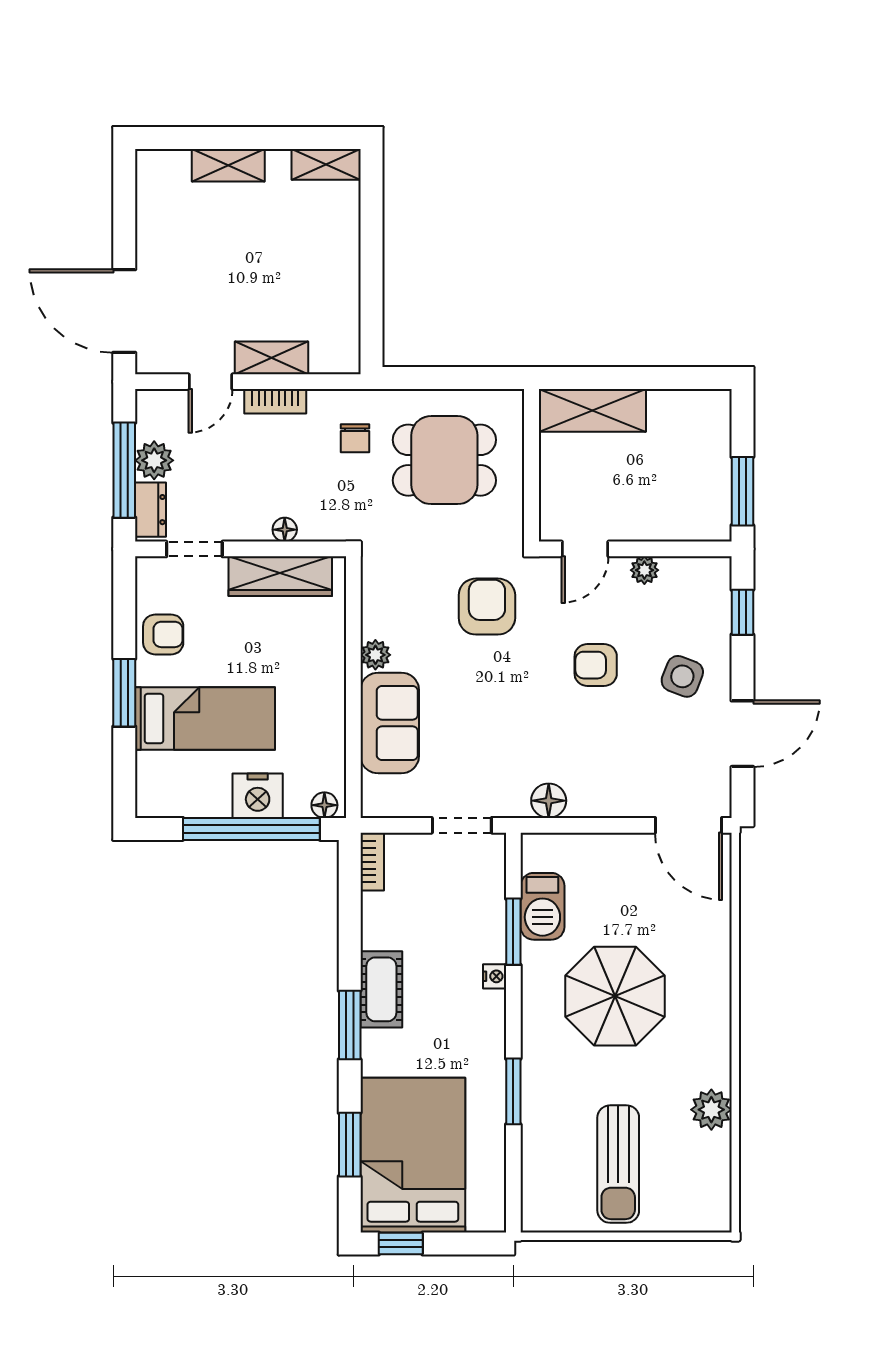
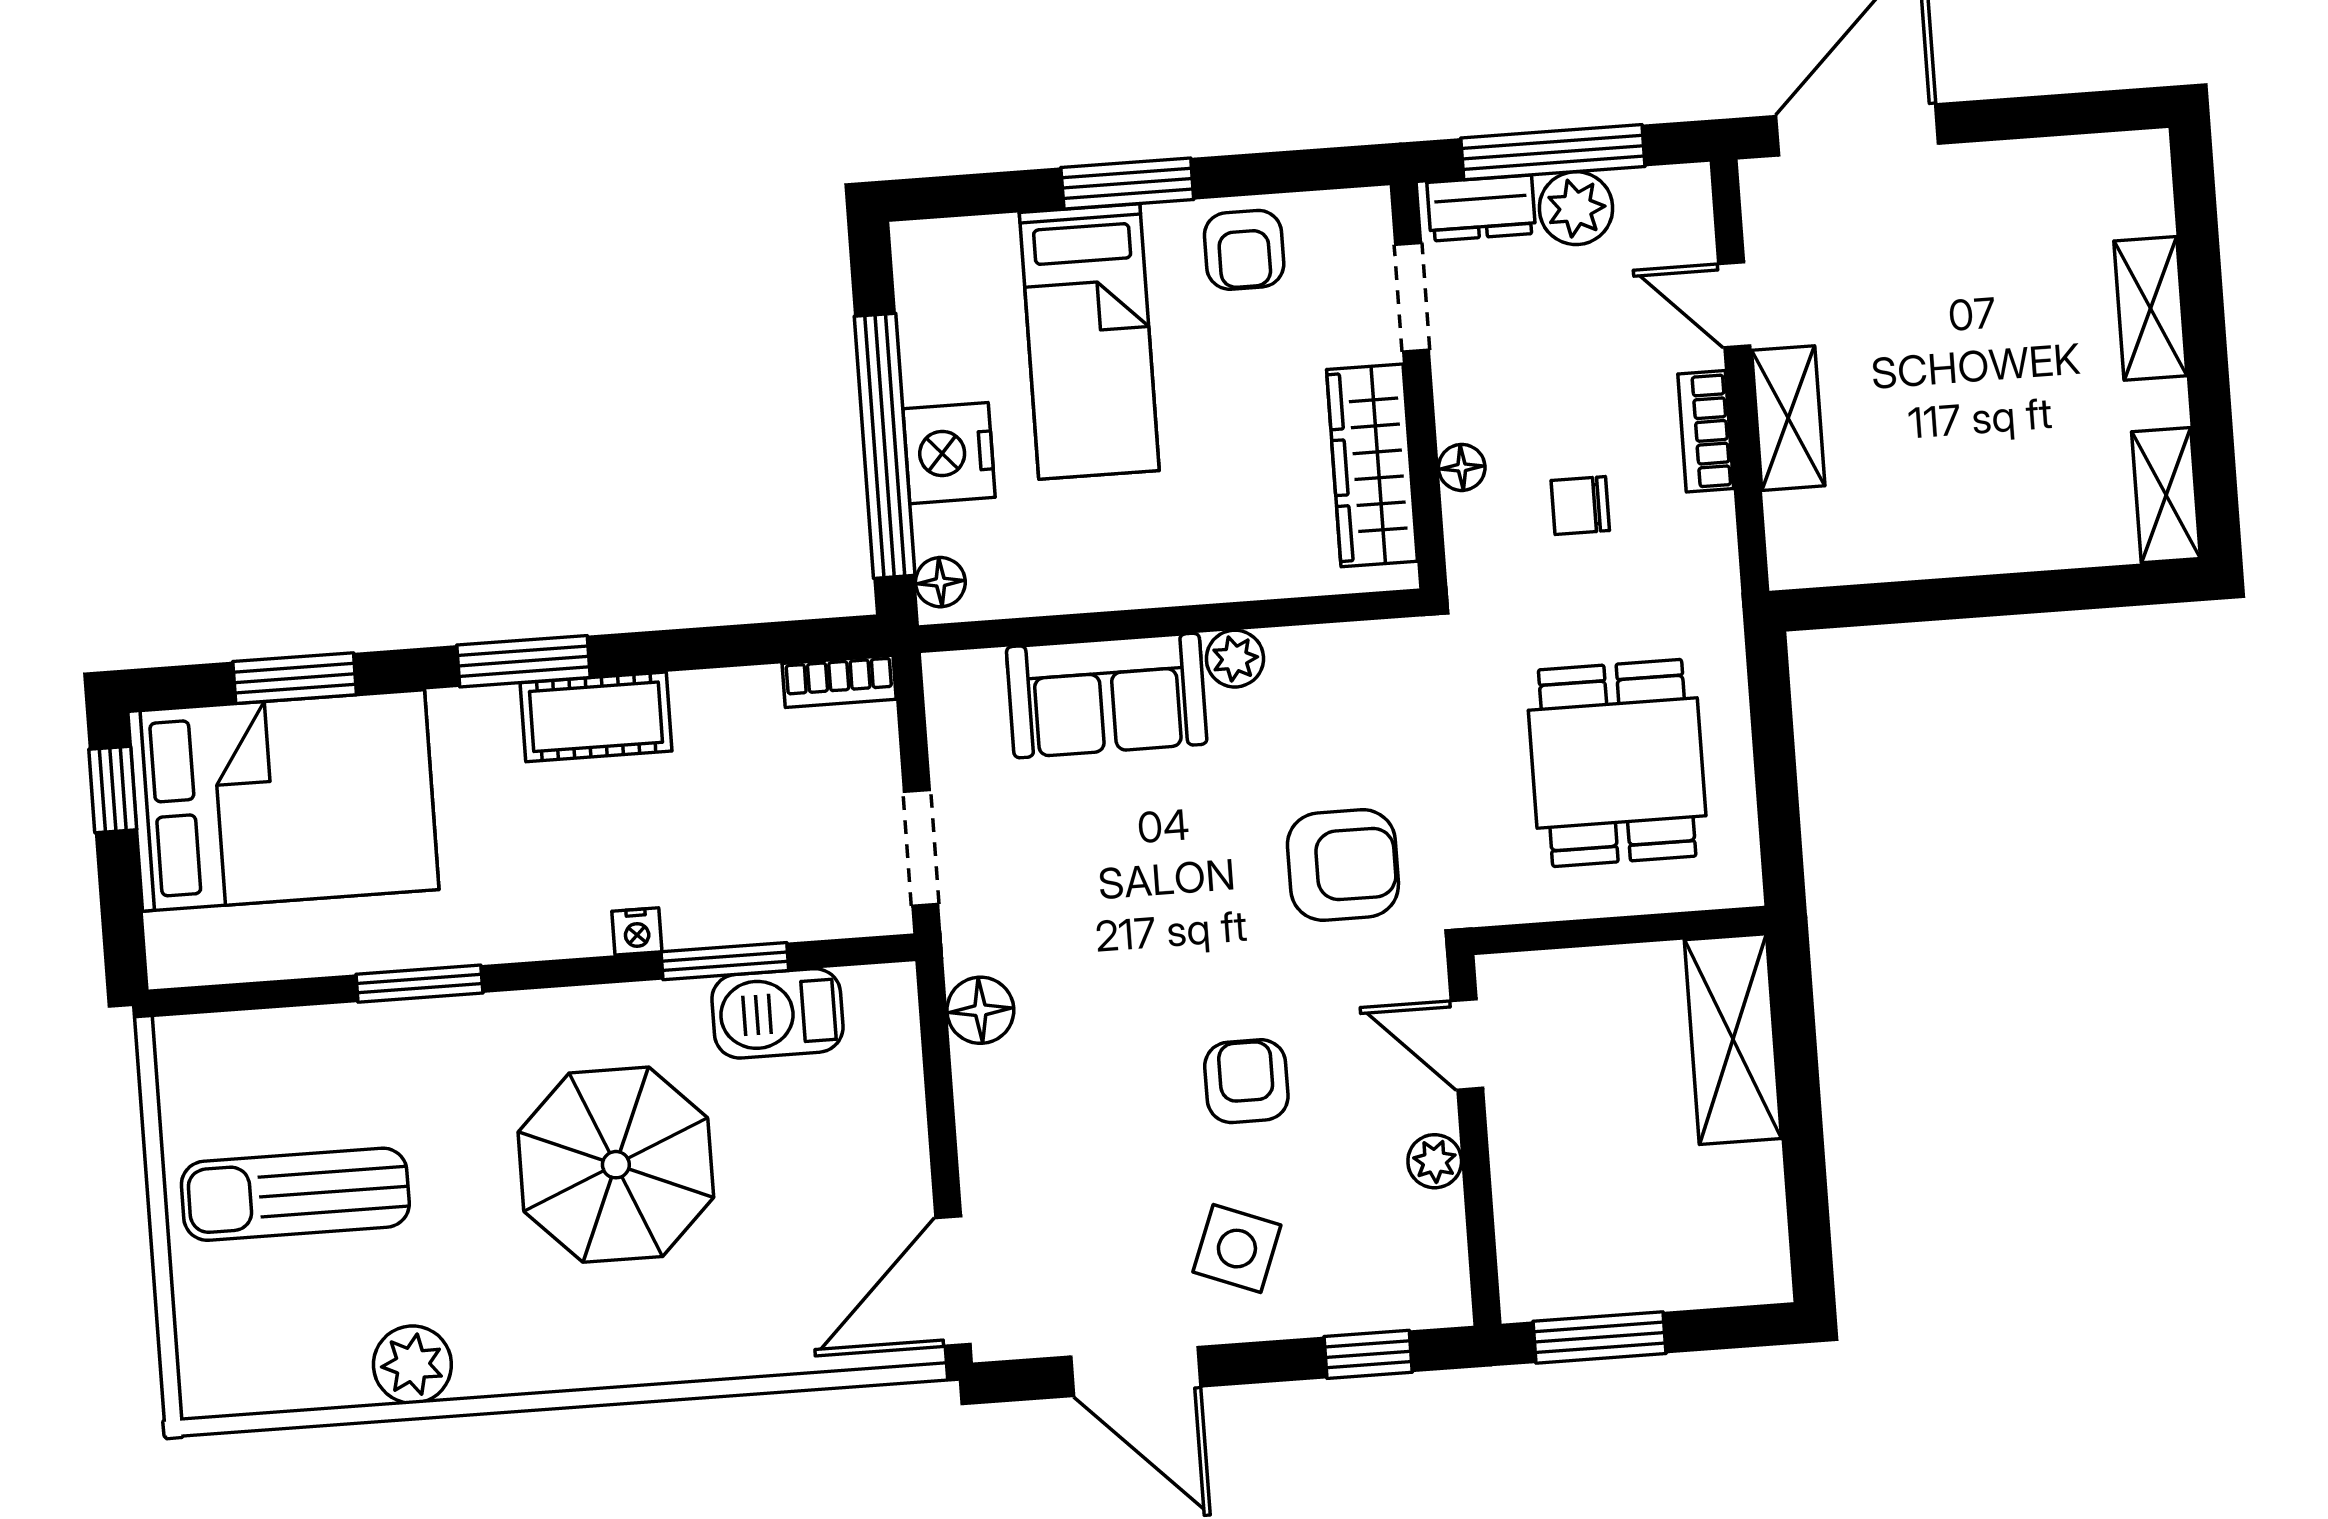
chair: (355, 438) -> (1580, 505), moved

